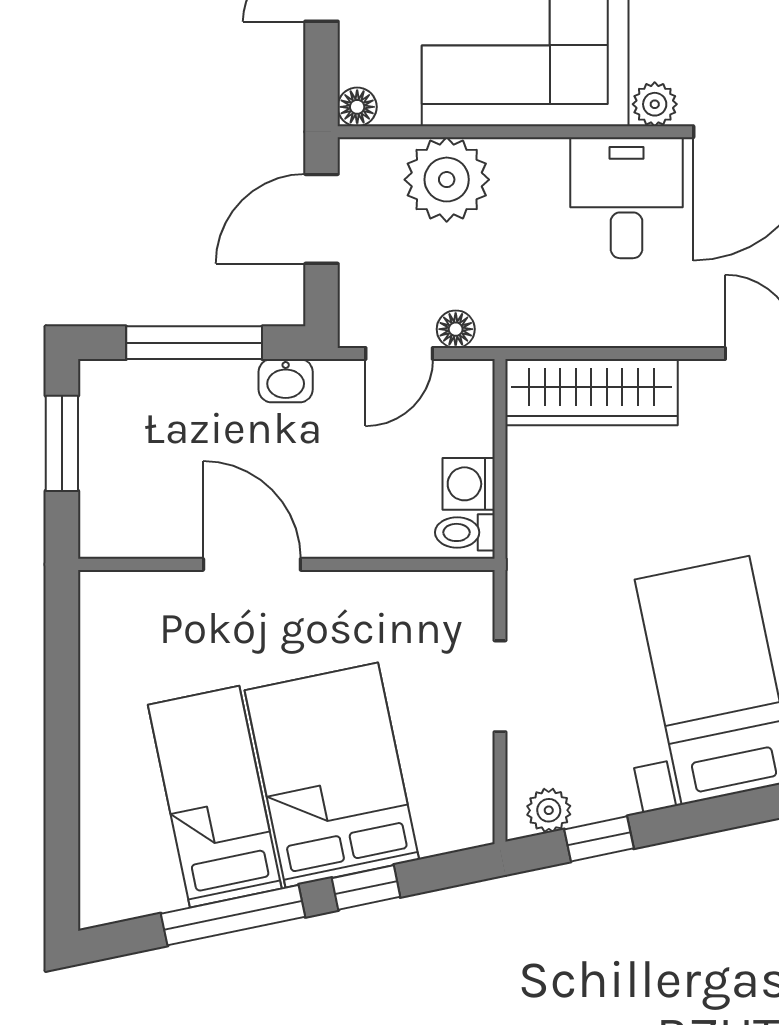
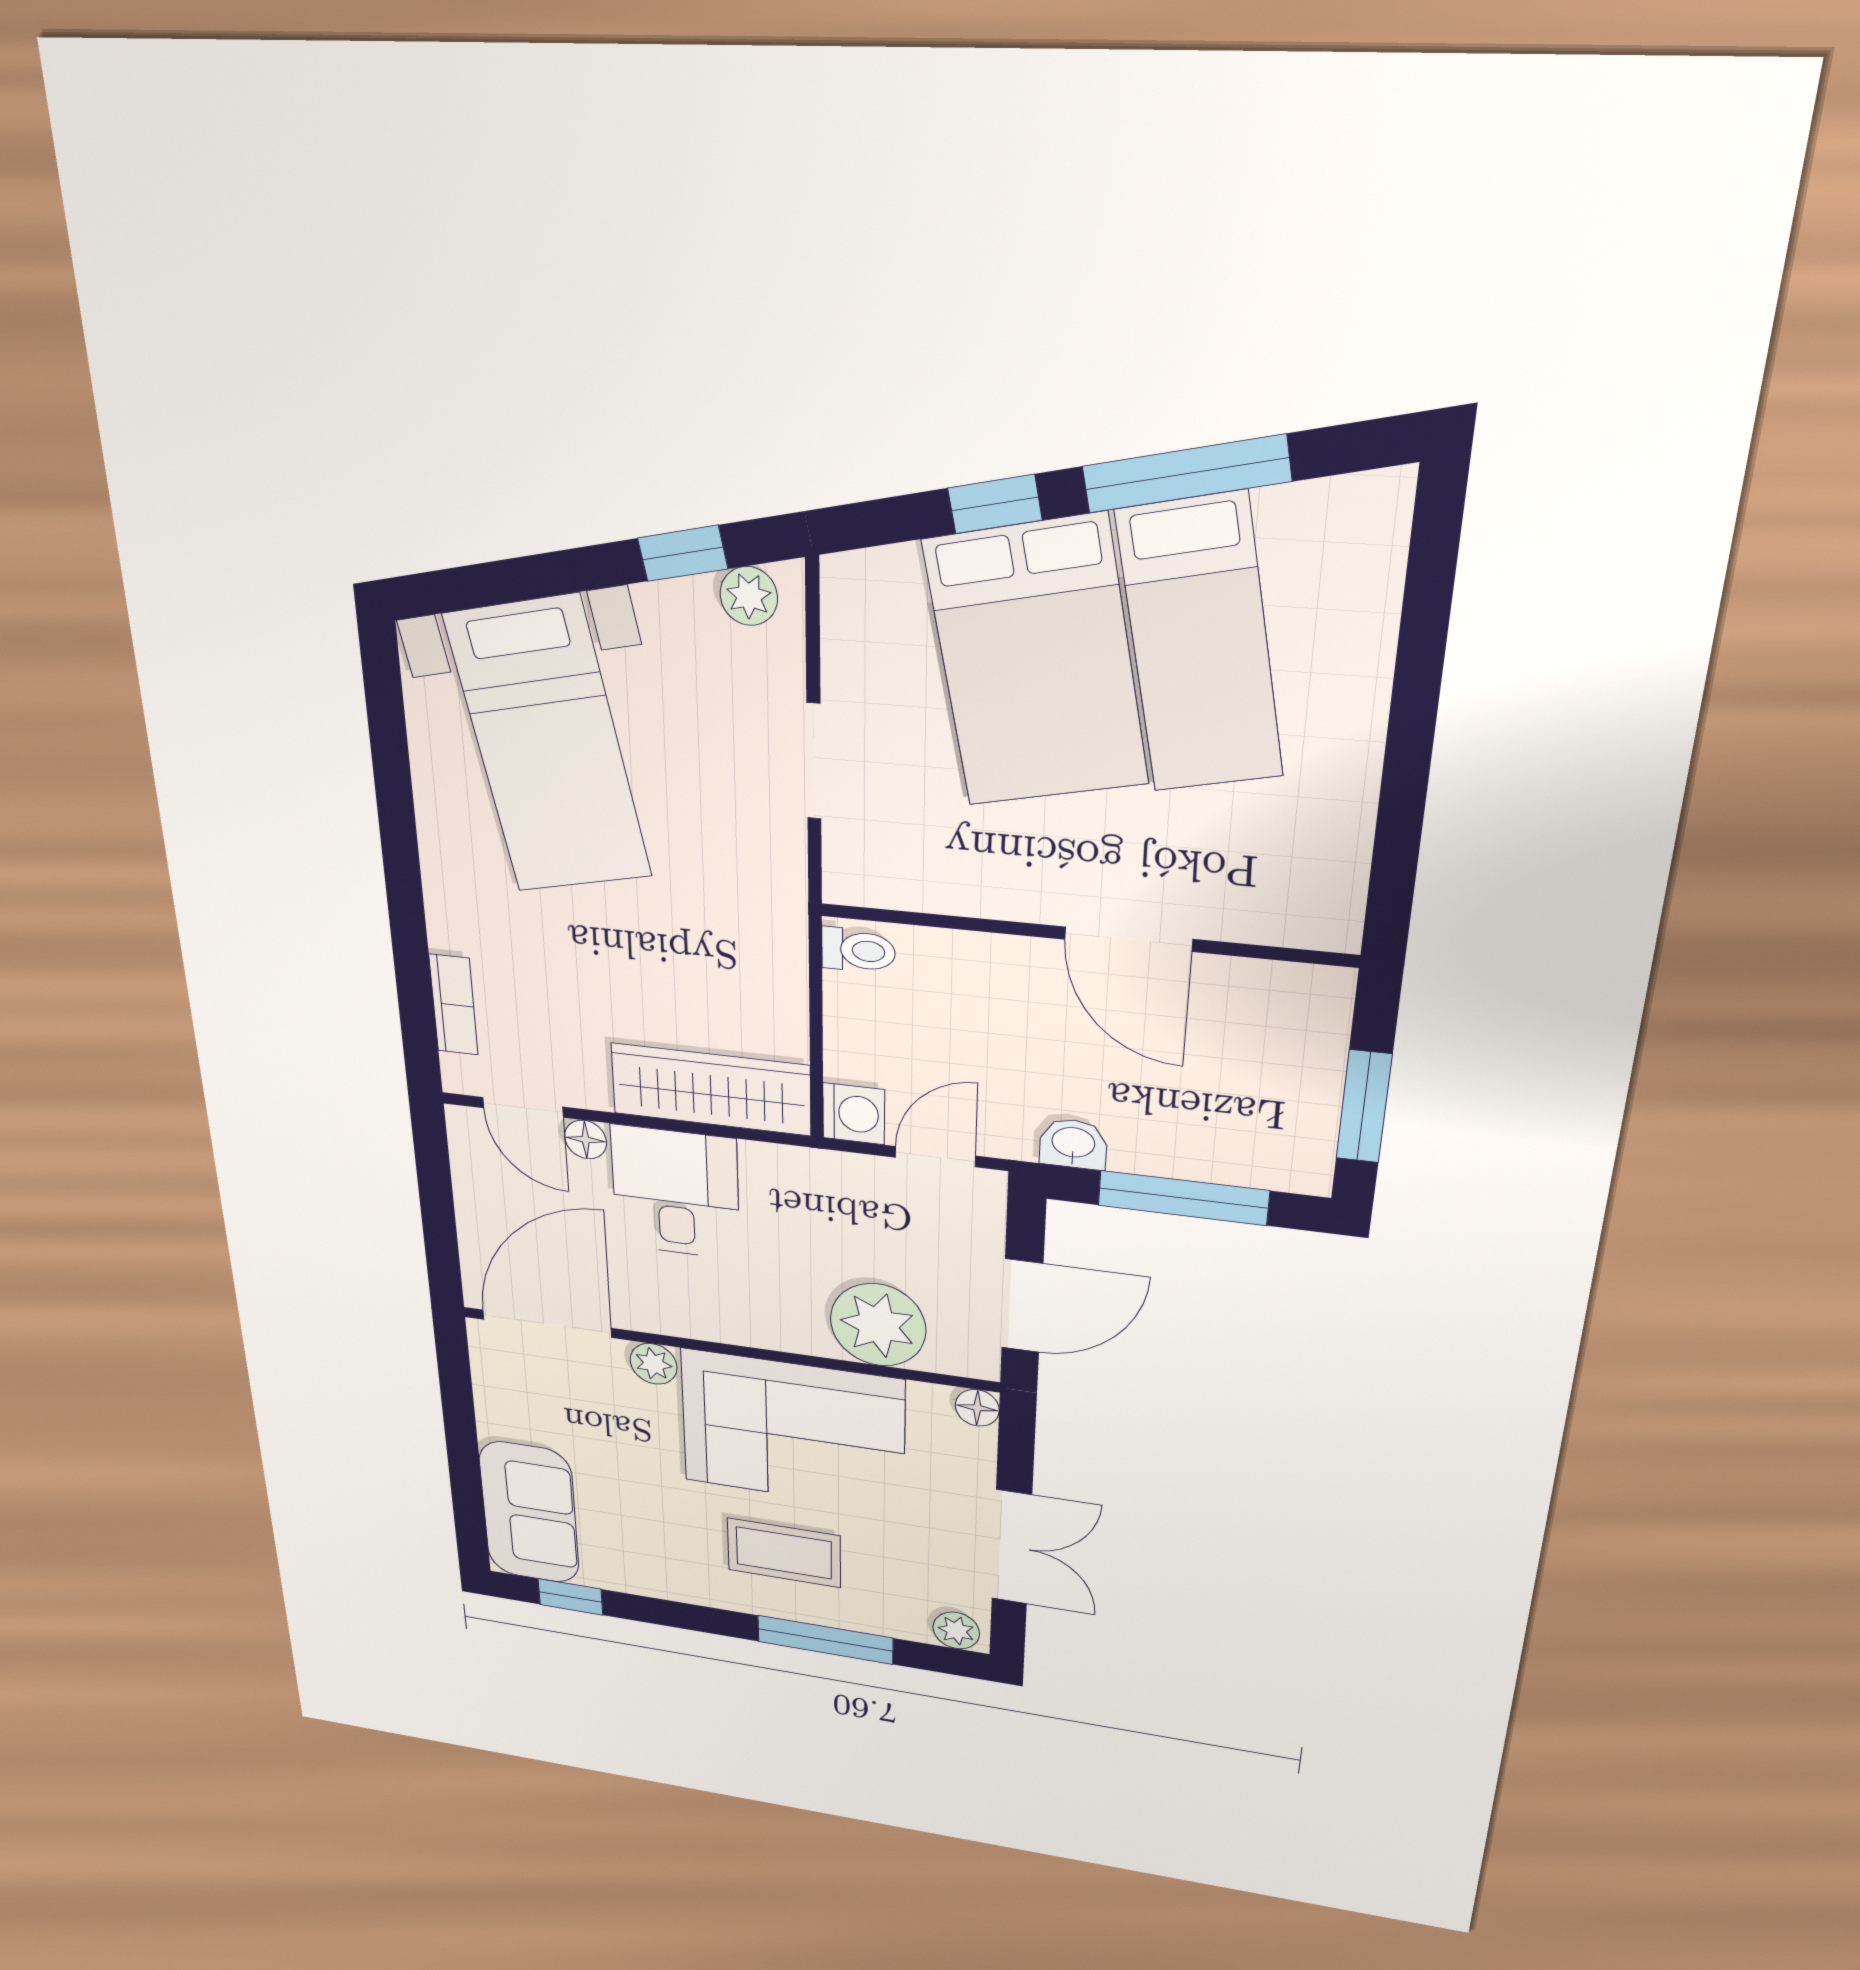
desk: (626, 198) -> (675, 1193), moved, turned 180
floor lamp: (456, 329) -> (586, 1140), moved
washing machine: (469, 484) -> (854, 1114), moved

